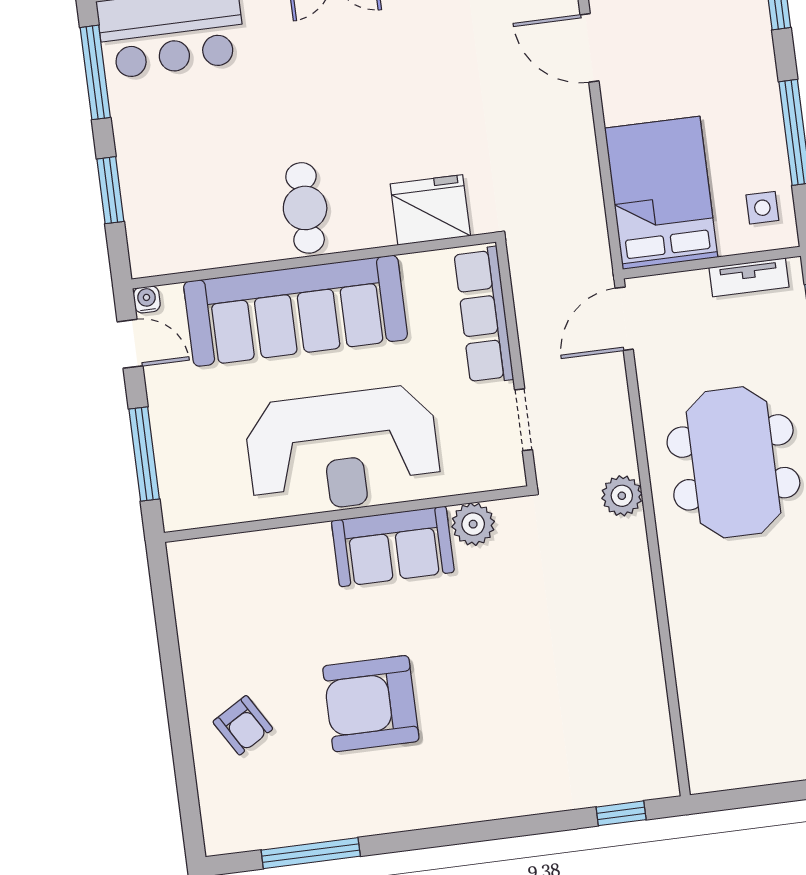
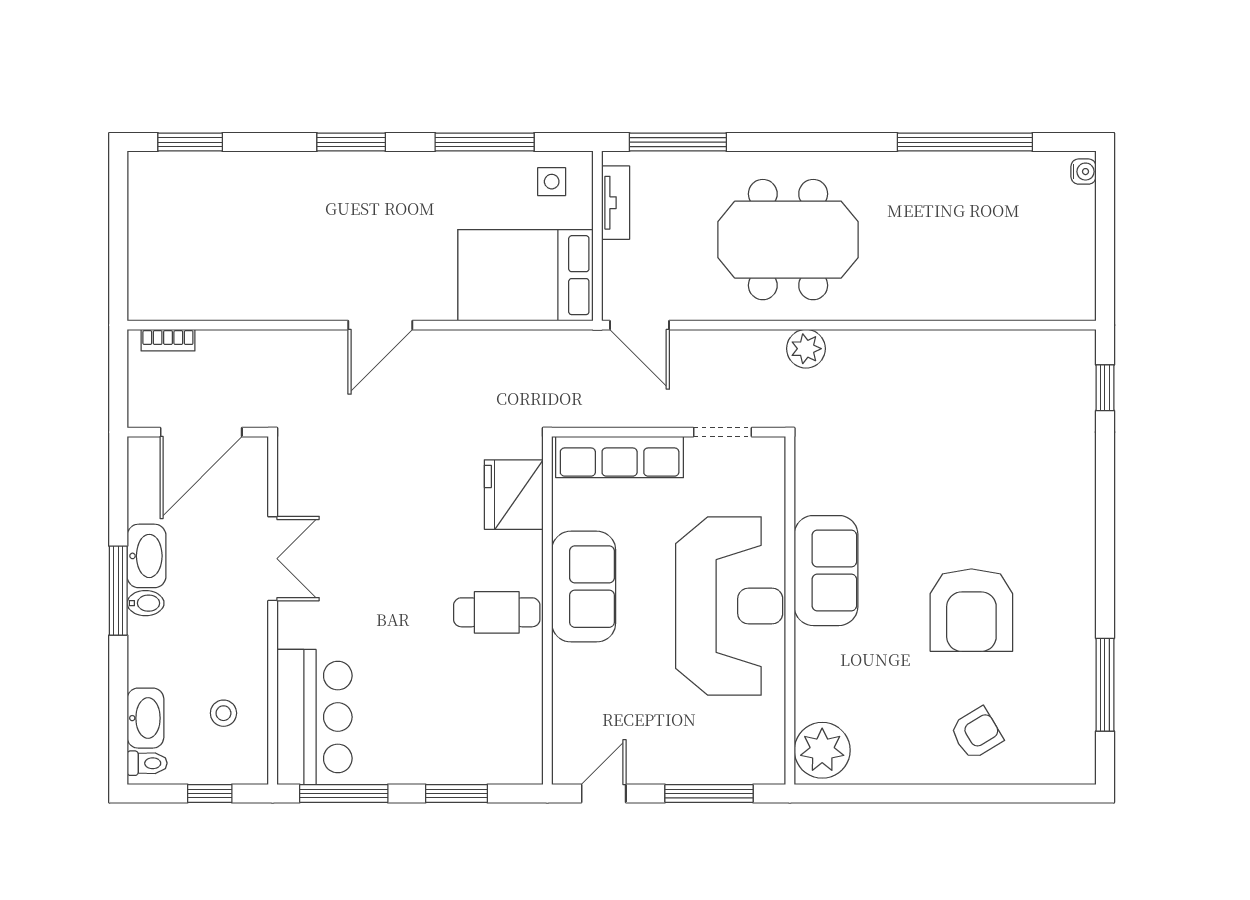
water cooler: (147, 299) -> (564, 772), removed
sofa: (296, 311) -> (584, 587), width x0.54, depth x0.79
plant: (473, 524) -> (822, 750), moved, width x1.36, depth x1.36

